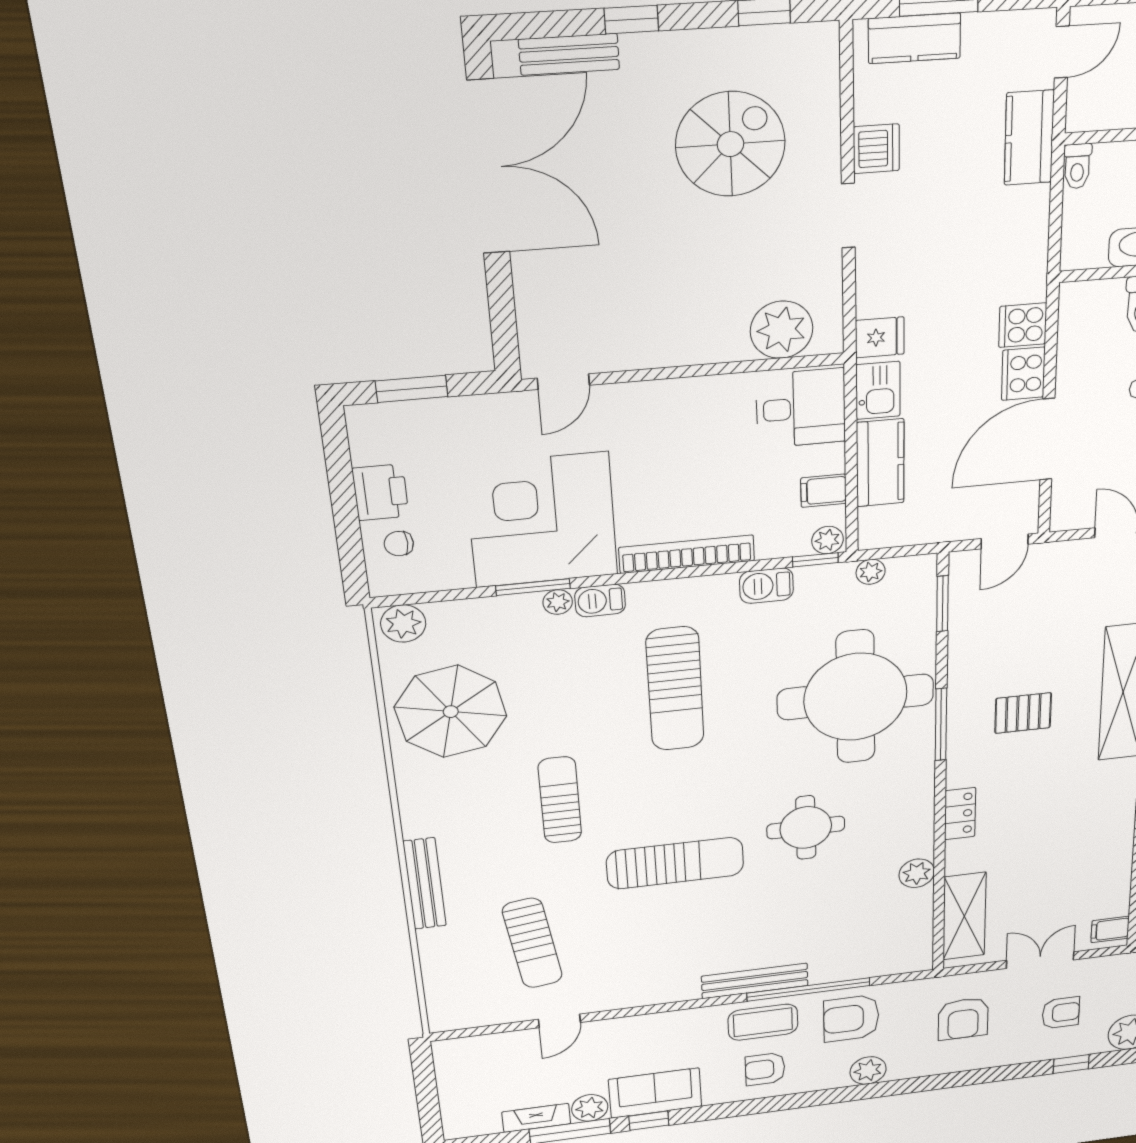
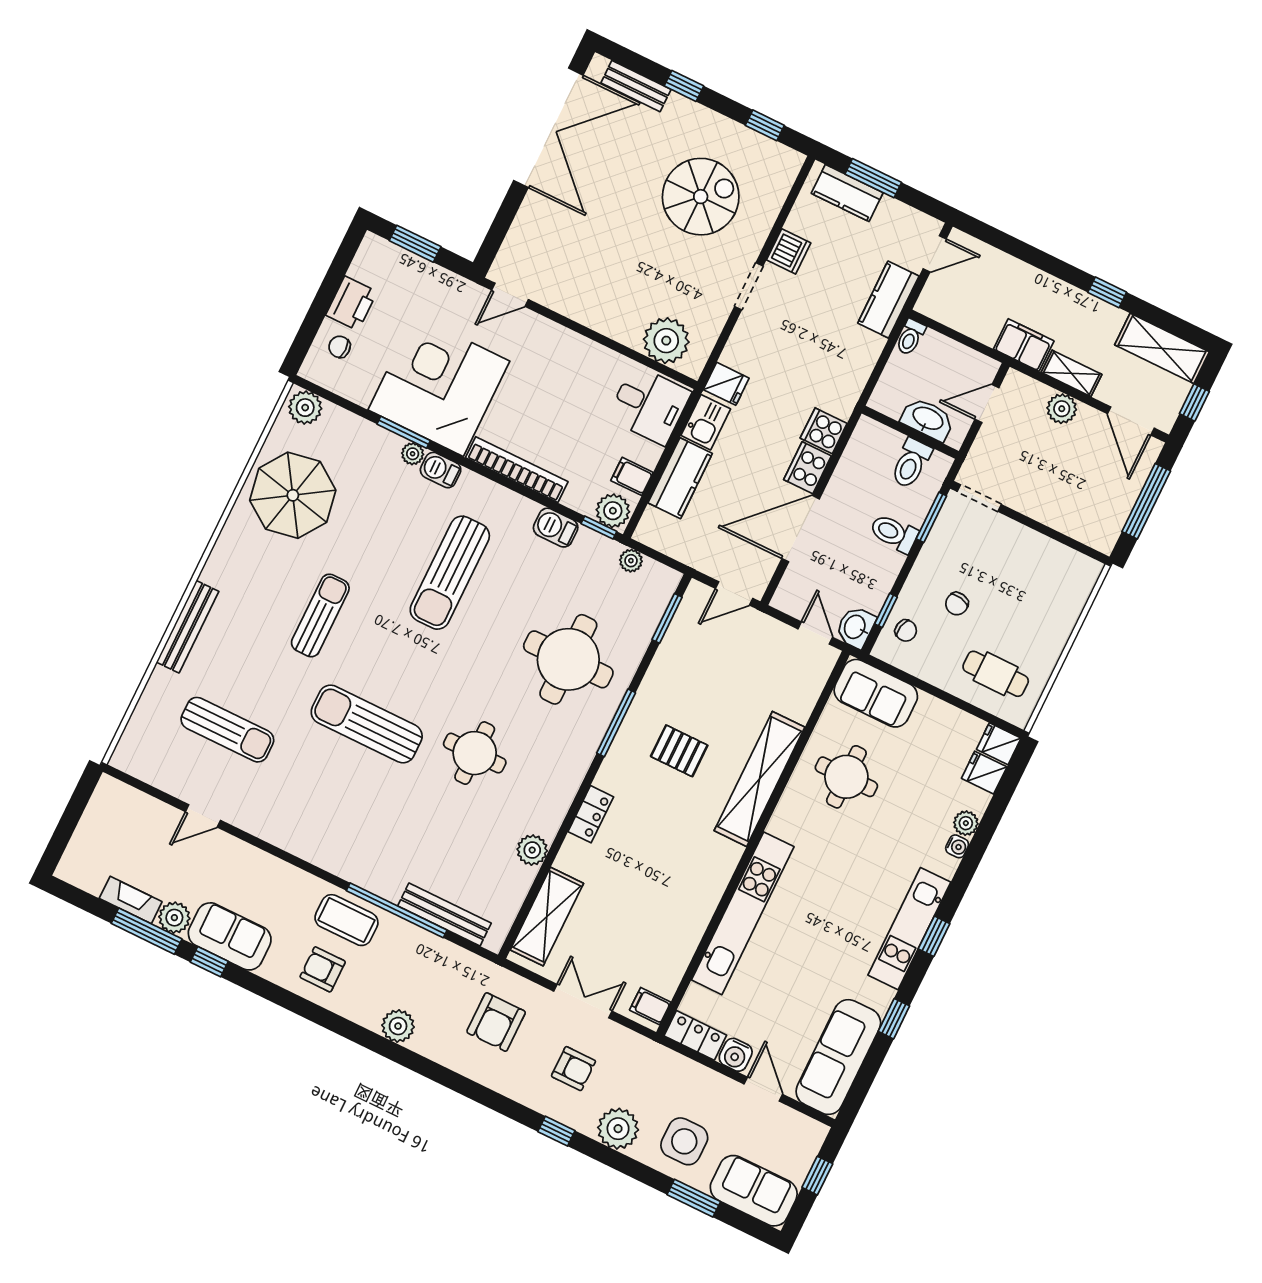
plant: (828, 540) -> (613, 511), width x1.38, depth x1.38
round table: (856, 697) -> (568, 659), width x0.73, depth x0.73
sun lounger: (675, 863) -> (367, 724), turned 180
sun lounger: (532, 943) -> (227, 730), turned -82
bench: (755, 981) -> (444, 915), moved
armchair: (851, 1018) -> (413, 962), removed

